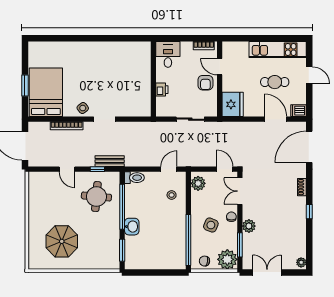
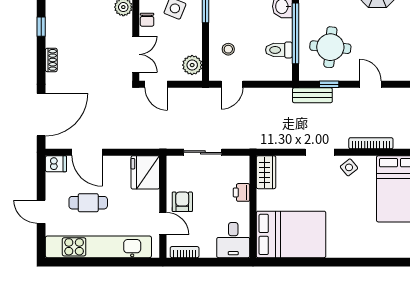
kitchen unit: (278, 50) -> (98, 247), width x1.36
bed: (125, 59) -> (291, 234), added
wardrobe: (144, 104) -> (266, 172), added
toilet: (134, 178) -> (279, 50), moved

